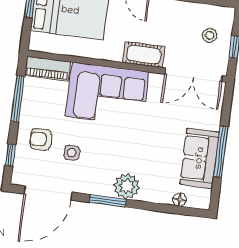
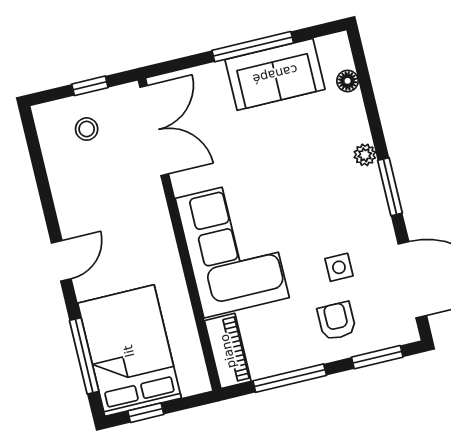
cot: (144, 55) -> (152, 216), removed
armchair: (41, 139) -> (337, 321), turned 180
window: (10, 155) -> (377, 357), width x1.50
plant: (127, 186) -> (365, 155), width x0.53, depth x0.53

